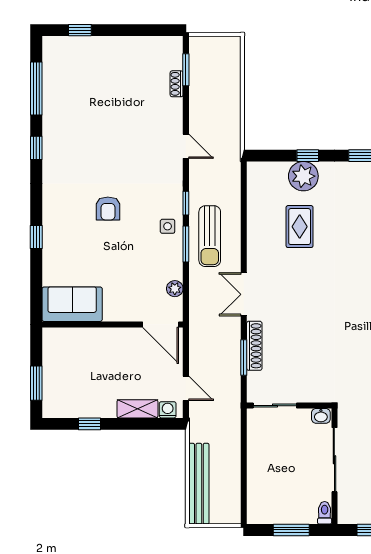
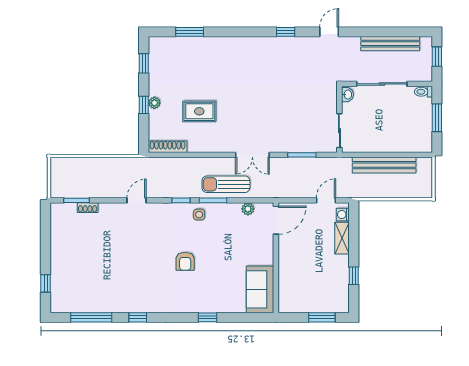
plant: (303, 176) -> (154, 103), width x0.53, depth x0.53
armchair: (108, 208) -> (185, 261), turned 90
sun lounger: (210, 236) -> (226, 184), moved, turned 180
shoe rack: (254, 346) -> (168, 147), moved
bench: (199, 484) -> (384, 165), moved

